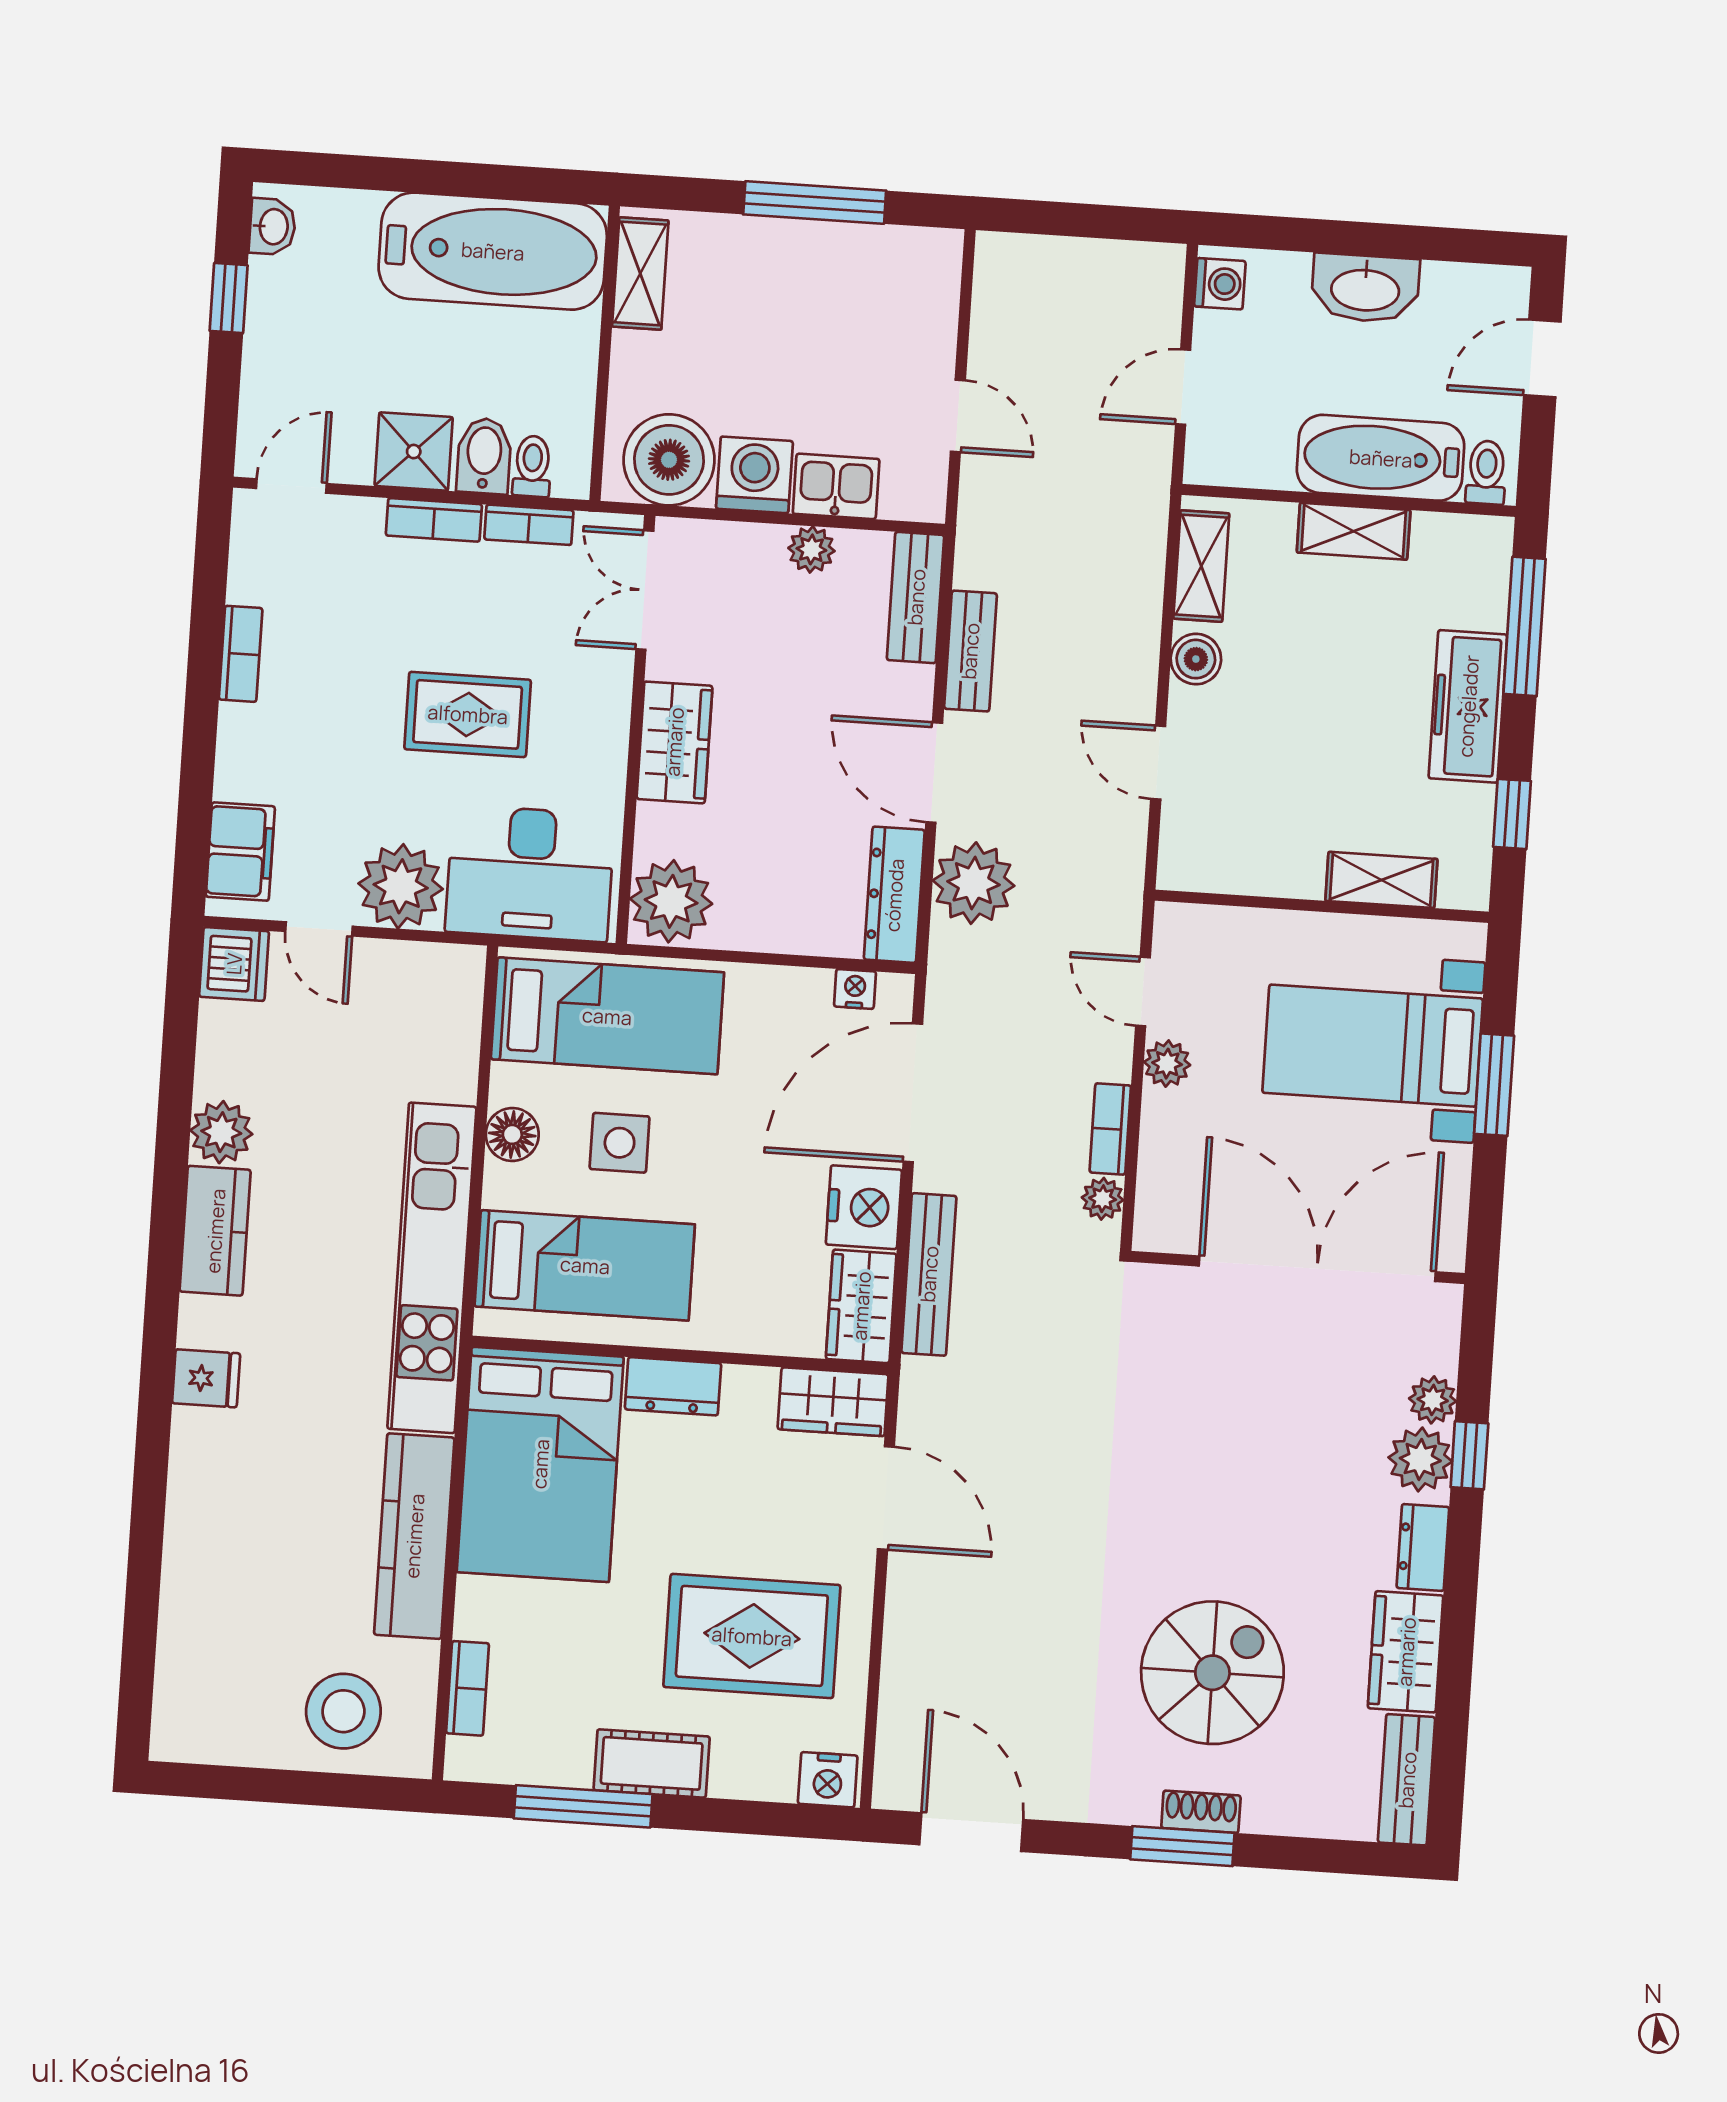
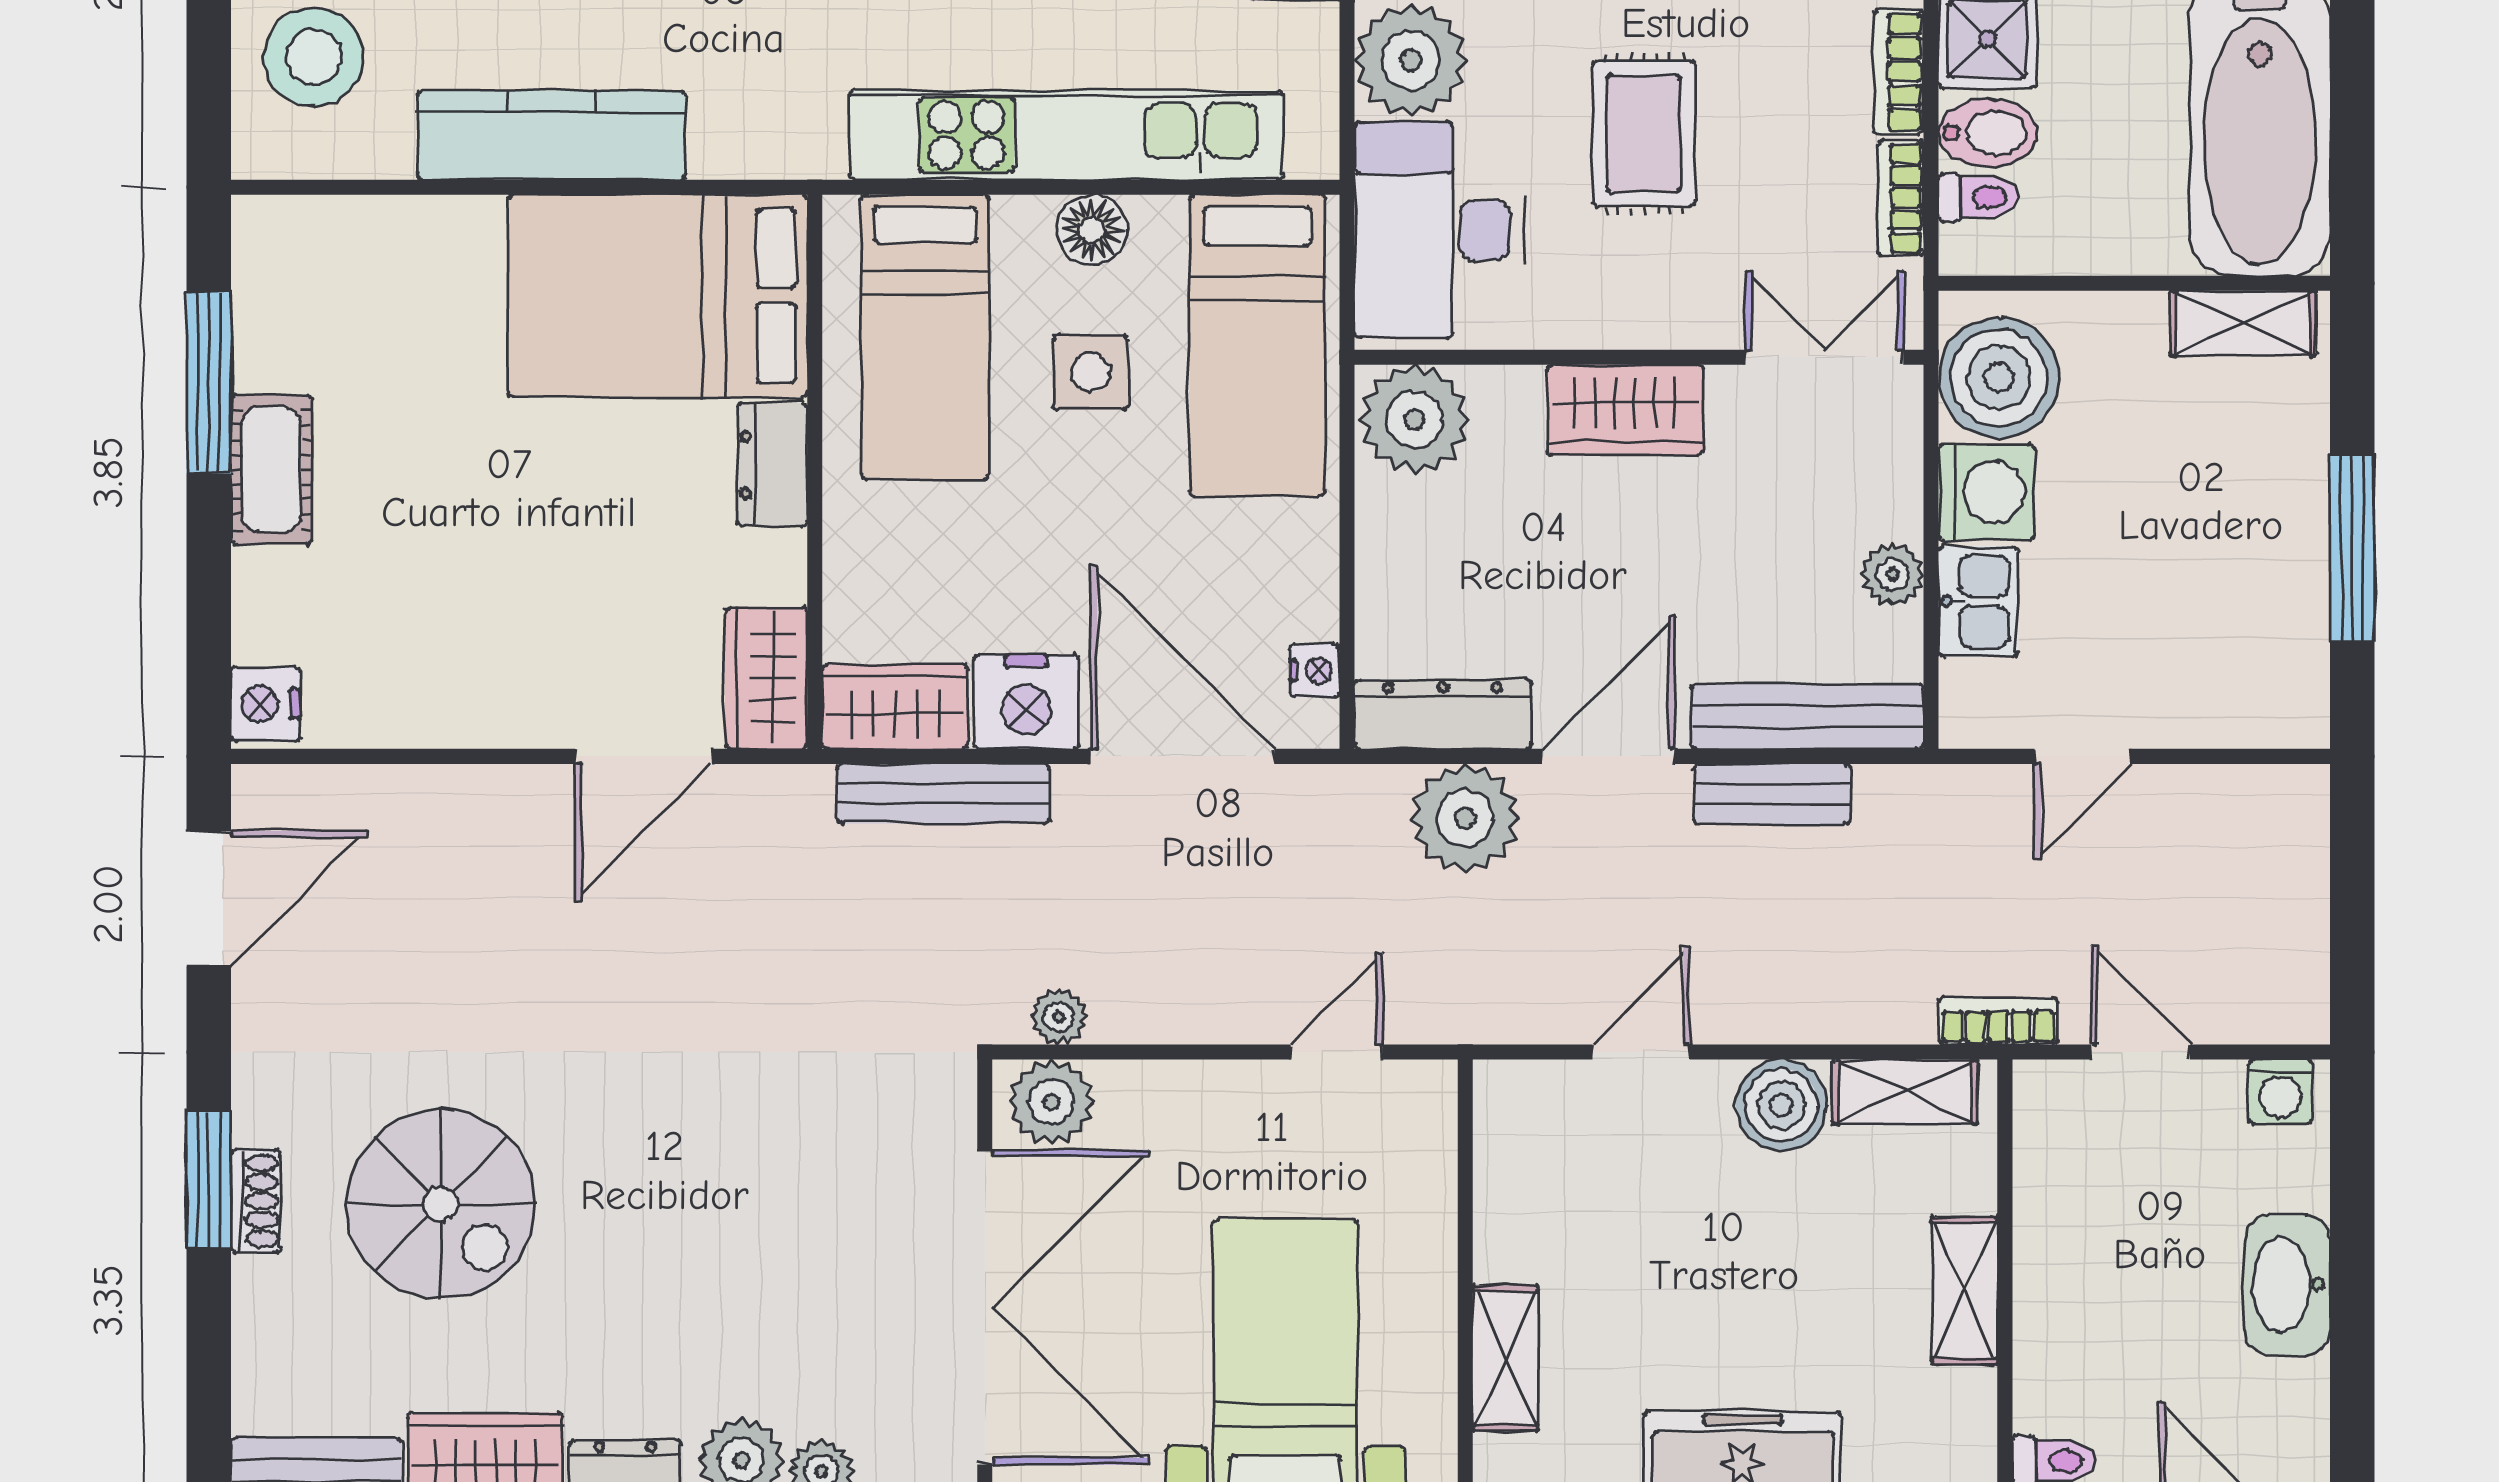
bathtub: (1381, 458) -> (2064, 1320), removed
bench: (916, 597) -> (1807, 716), width x1.36
boiler: (1196, 659) -> (1781, 1105), width x1.36, depth x1.36
plant: (1167, 1064) -> (1051, 1102), moved, width x1.38, depth x1.38
bookcase: (1110, 1129) -> (1998, 1021), moved
kitchen unit: (432, 1268) -> (1066, 135), moved
rug: (752, 1636) -> (449, 591), removed
bookcase: (468, 1688) -> (355, 219), removed

